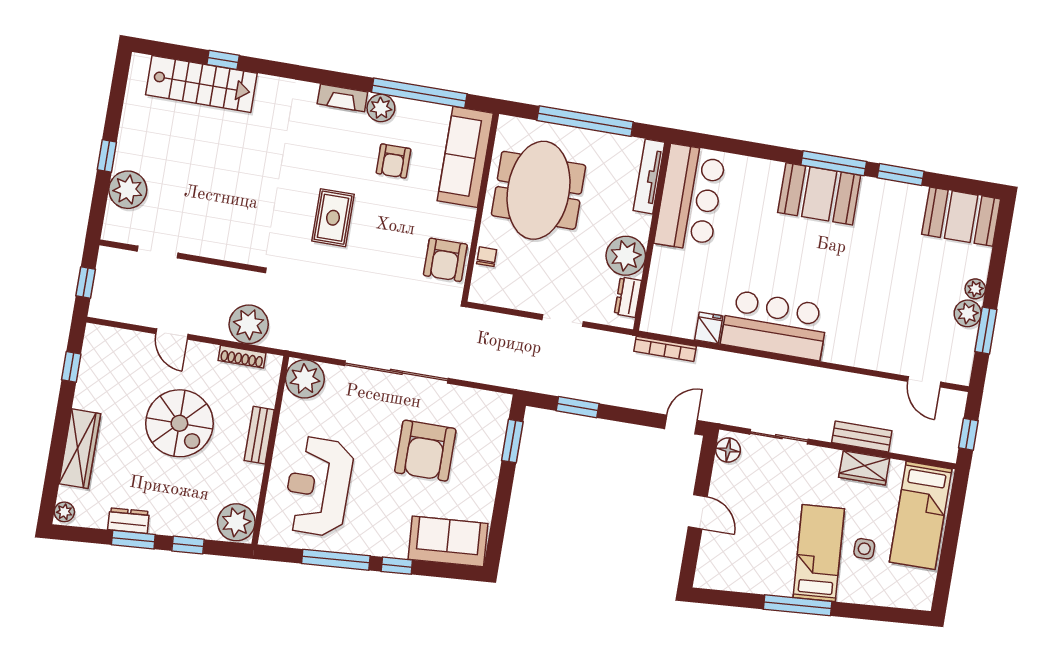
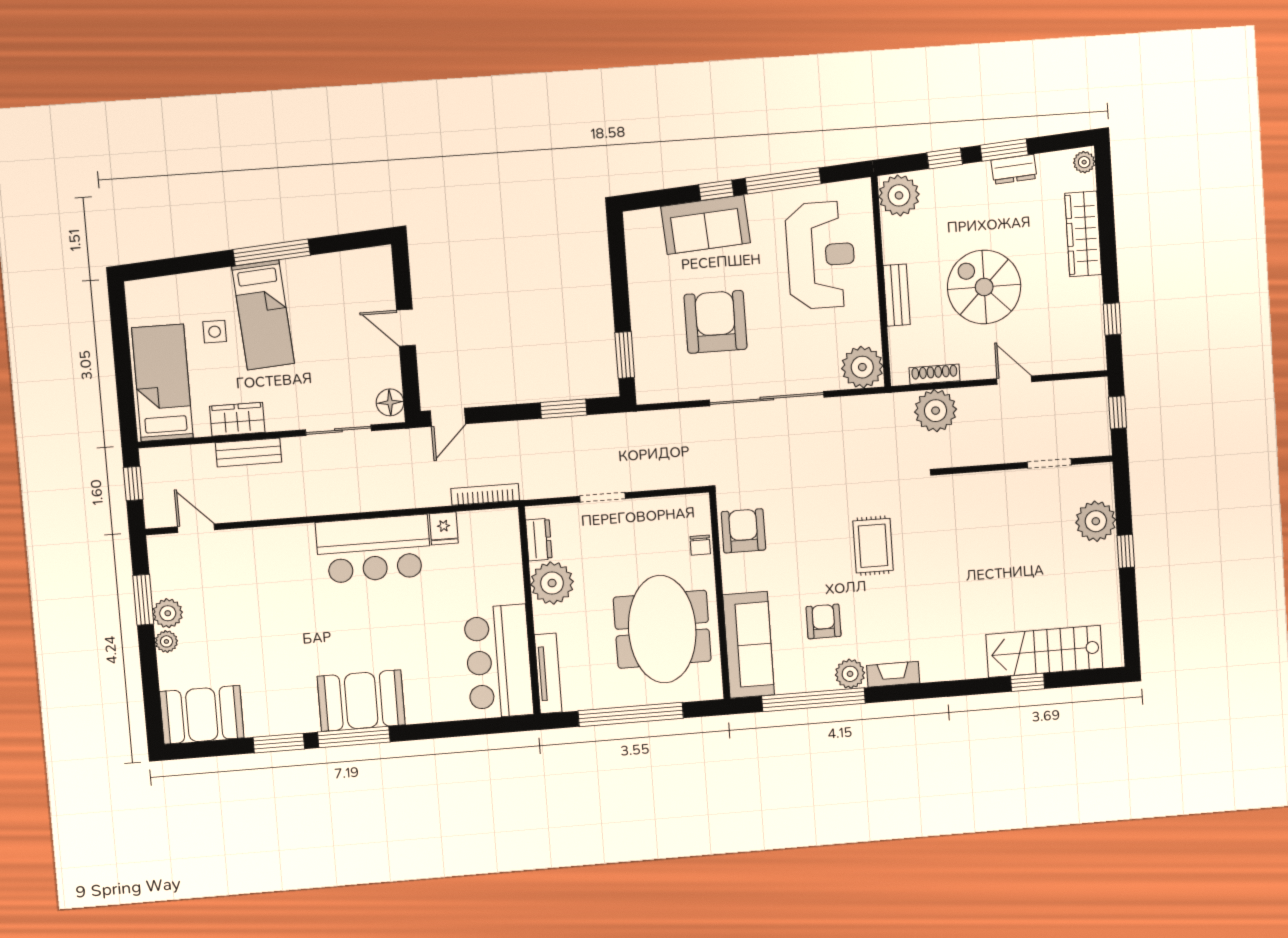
sofa: (448, 541) -> (706, 225), moved

